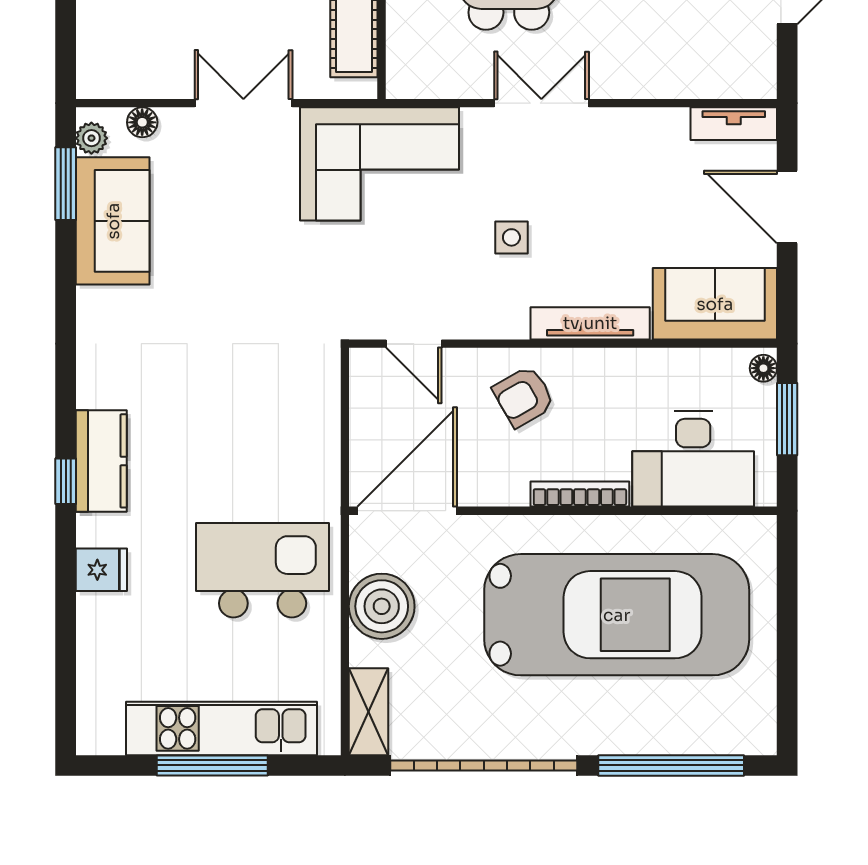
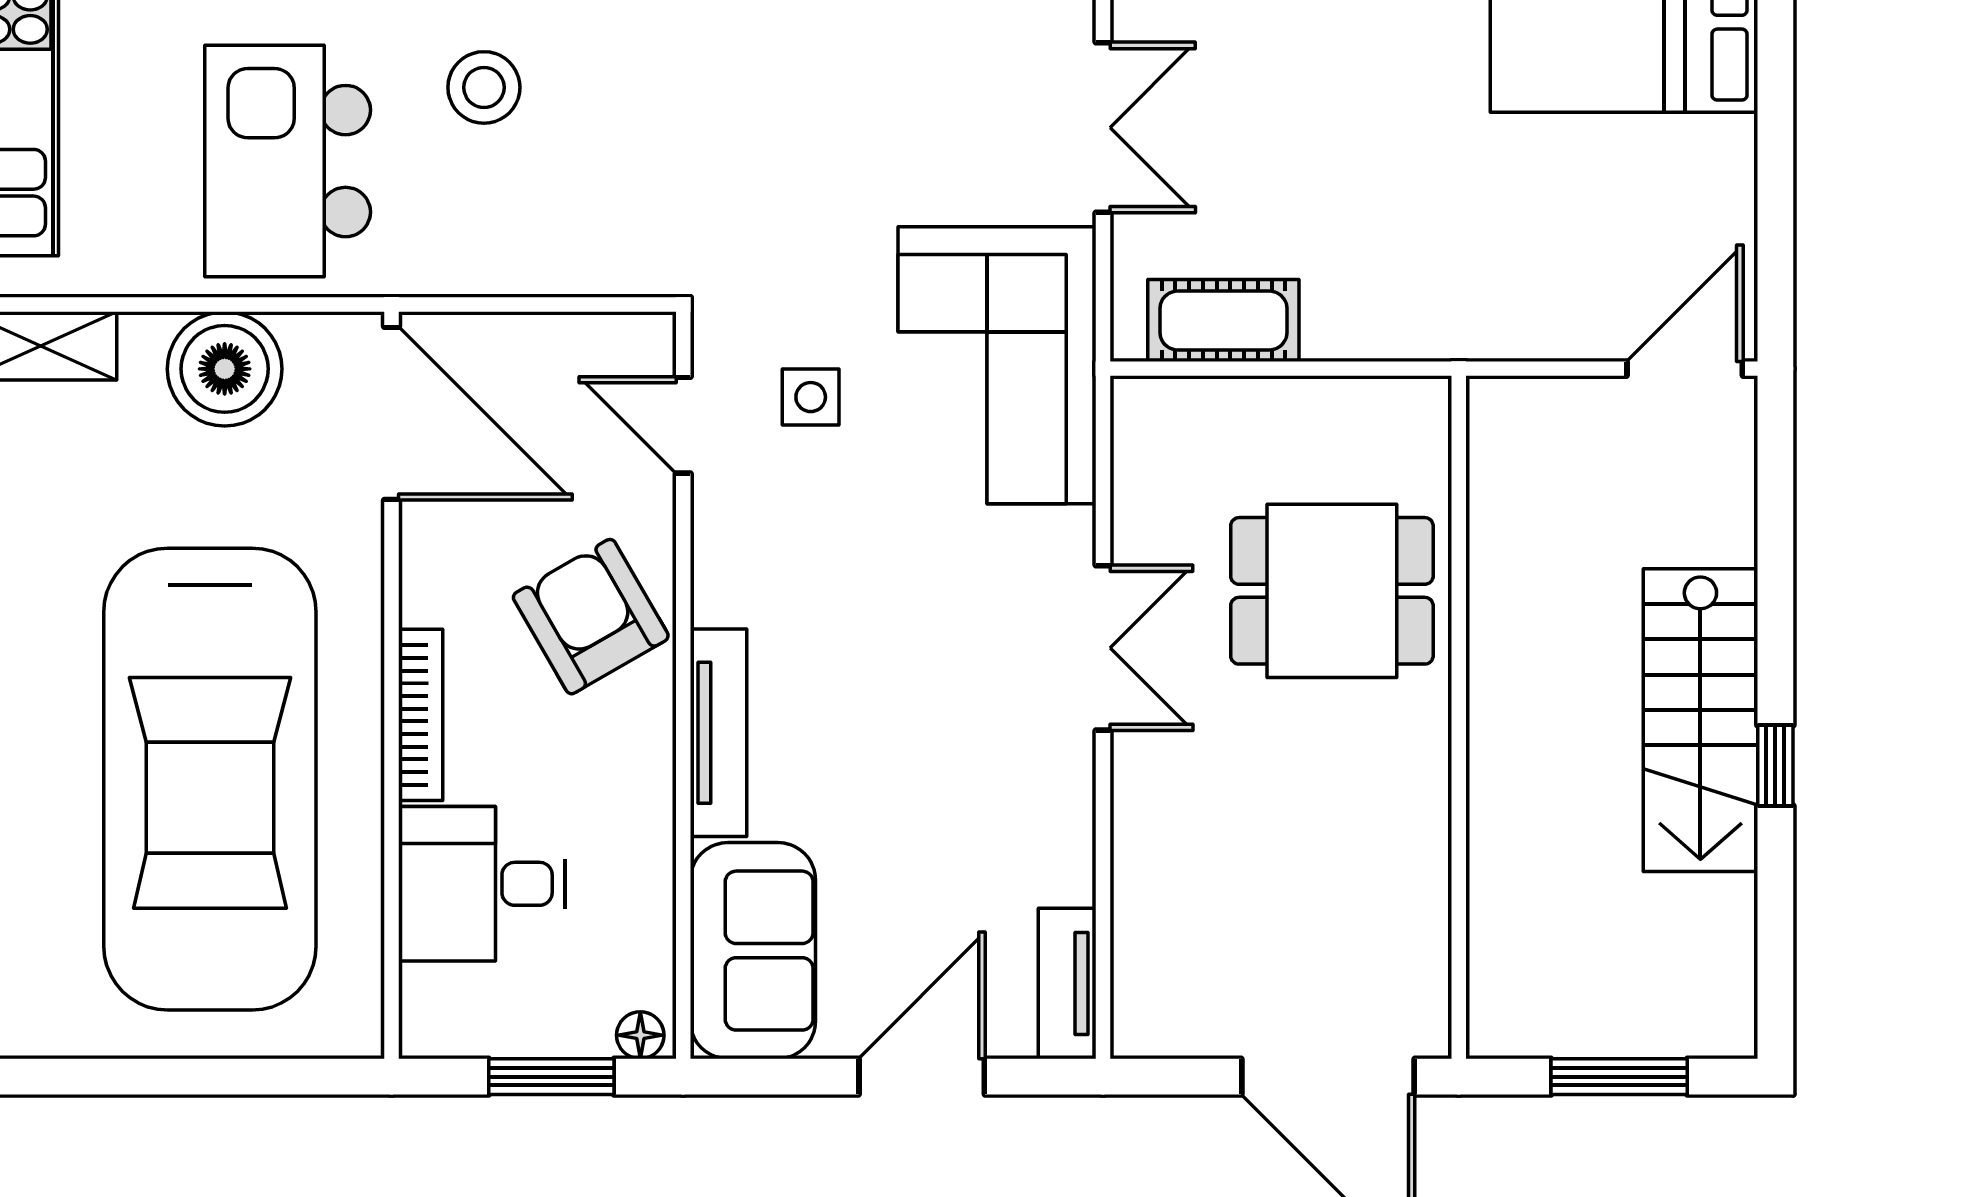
side table: (511, 237) -> (811, 397), moved
door: (414, 344) -> (683, 425), hinge flipped
armchair: (524, 397) -> (591, 617), width x1.38, depth x1.38
stool: (220, 458) -> (484, 87), added
desk: (693, 459) -> (482, 884), width x0.73
kitchen island: (263, 570) -> (288, 161), turned 180

